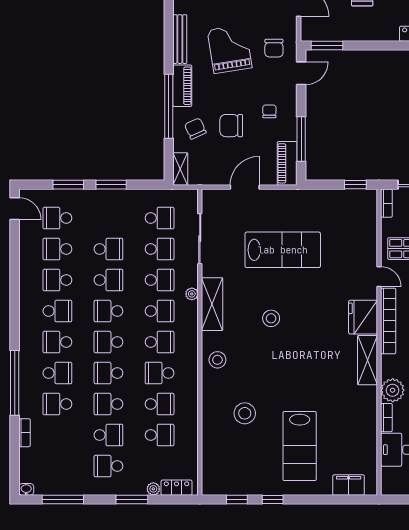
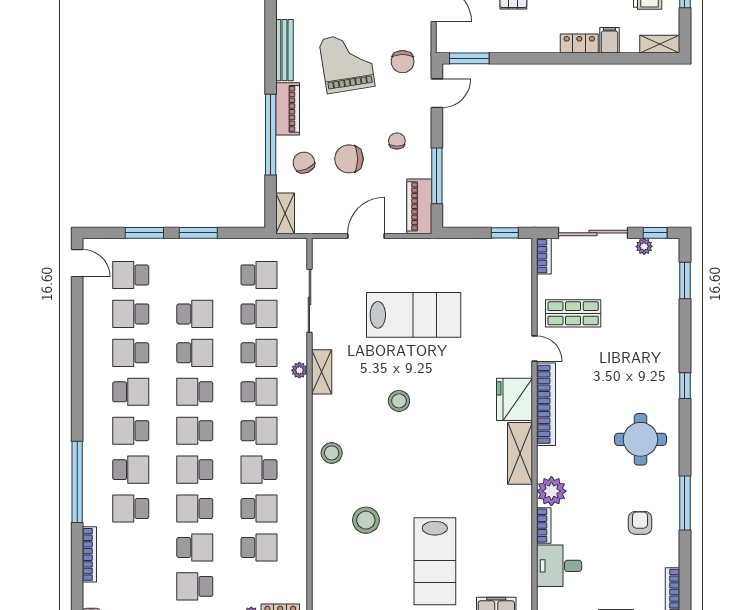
shelving: (212, 304) -> (322, 372), width x0.67, depth x0.75
bookcase: (24, 433) -> (89, 554), width x1.56

